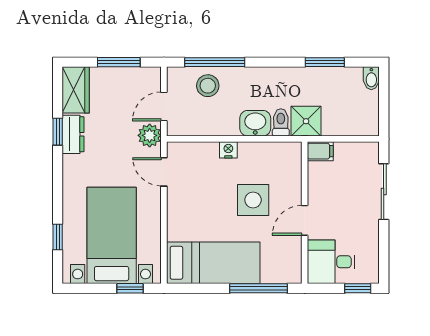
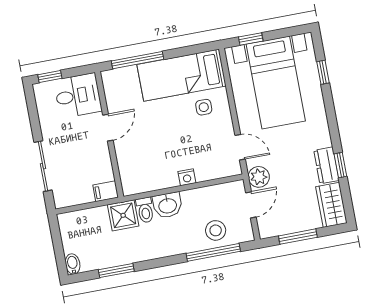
side table: (253, 200) -> (204, 107), moved, width x0.54, depth x0.54

